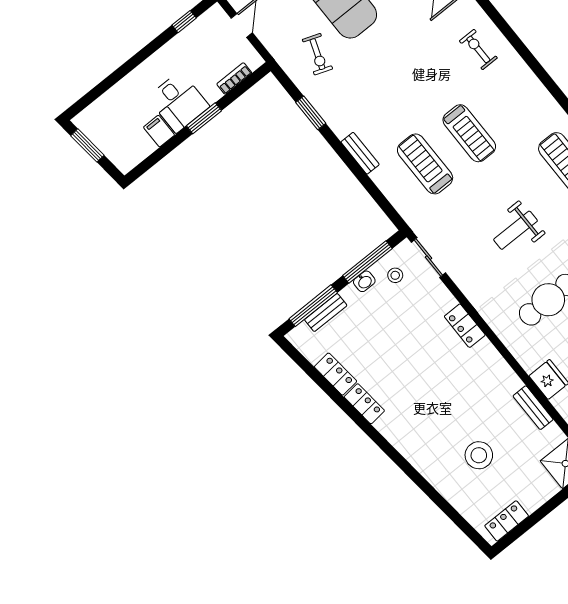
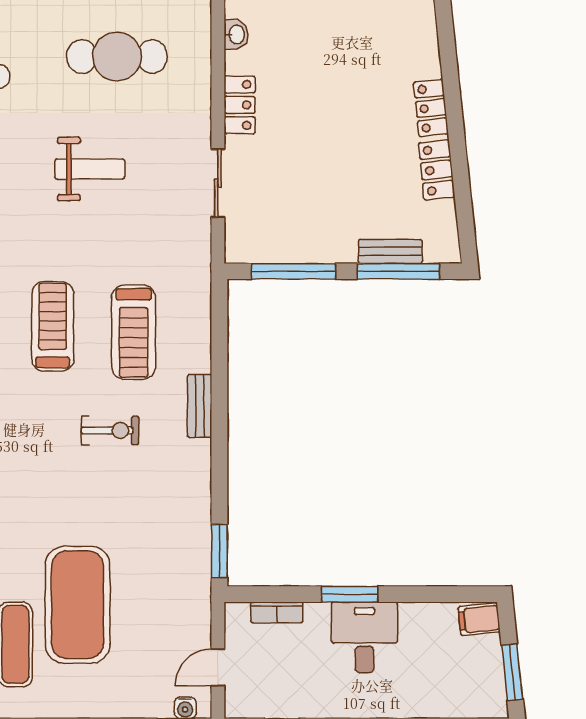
exercise bike: (317, 54) -> (110, 430), moved, turned 70
window: (311, 113) -> (219, 551), moved
filing cabinet: (159, 131) -> (479, 619), moved, turned 84
sliding door: (428, 258) -> (218, 183), moved
stool: (395, 275) -> (274, 230), removed
washbasin: (364, 281) -> (236, 34), moved, turned 90

